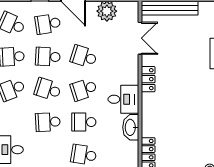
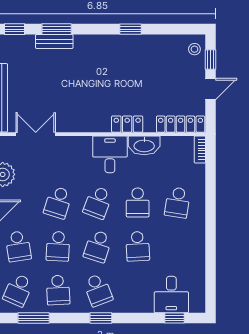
locker: (148, 79) -> (127, 124), moved
school desk: (84, 89) -> (98, 202), turned 39

